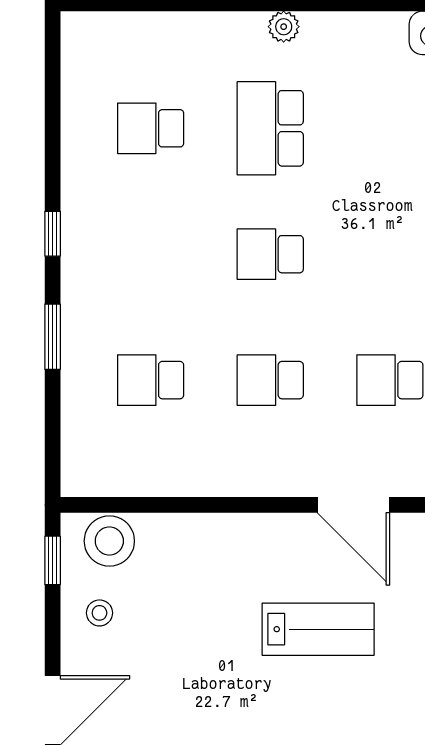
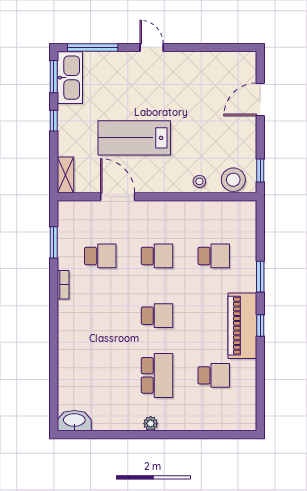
piano: (90, 233) -> (242, 326), added
stool: (99, 613) -> (199, 181), moved
lab bench: (318, 629) -> (134, 138), width x1.36, depth x1.39

